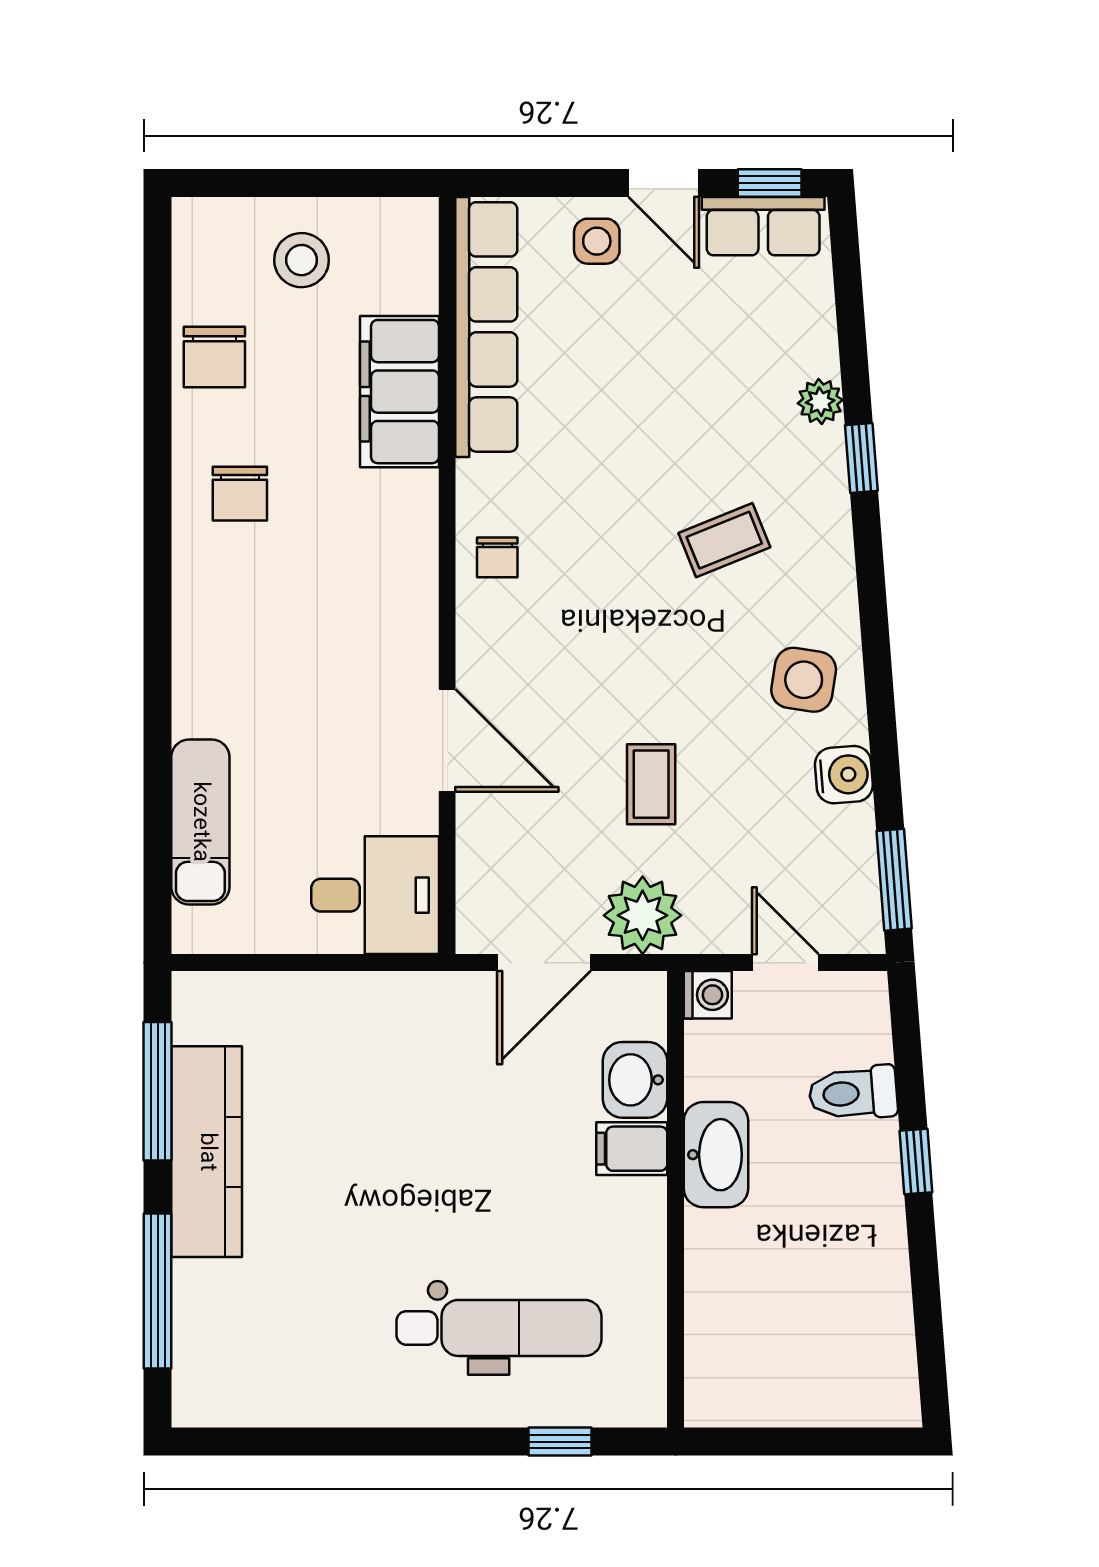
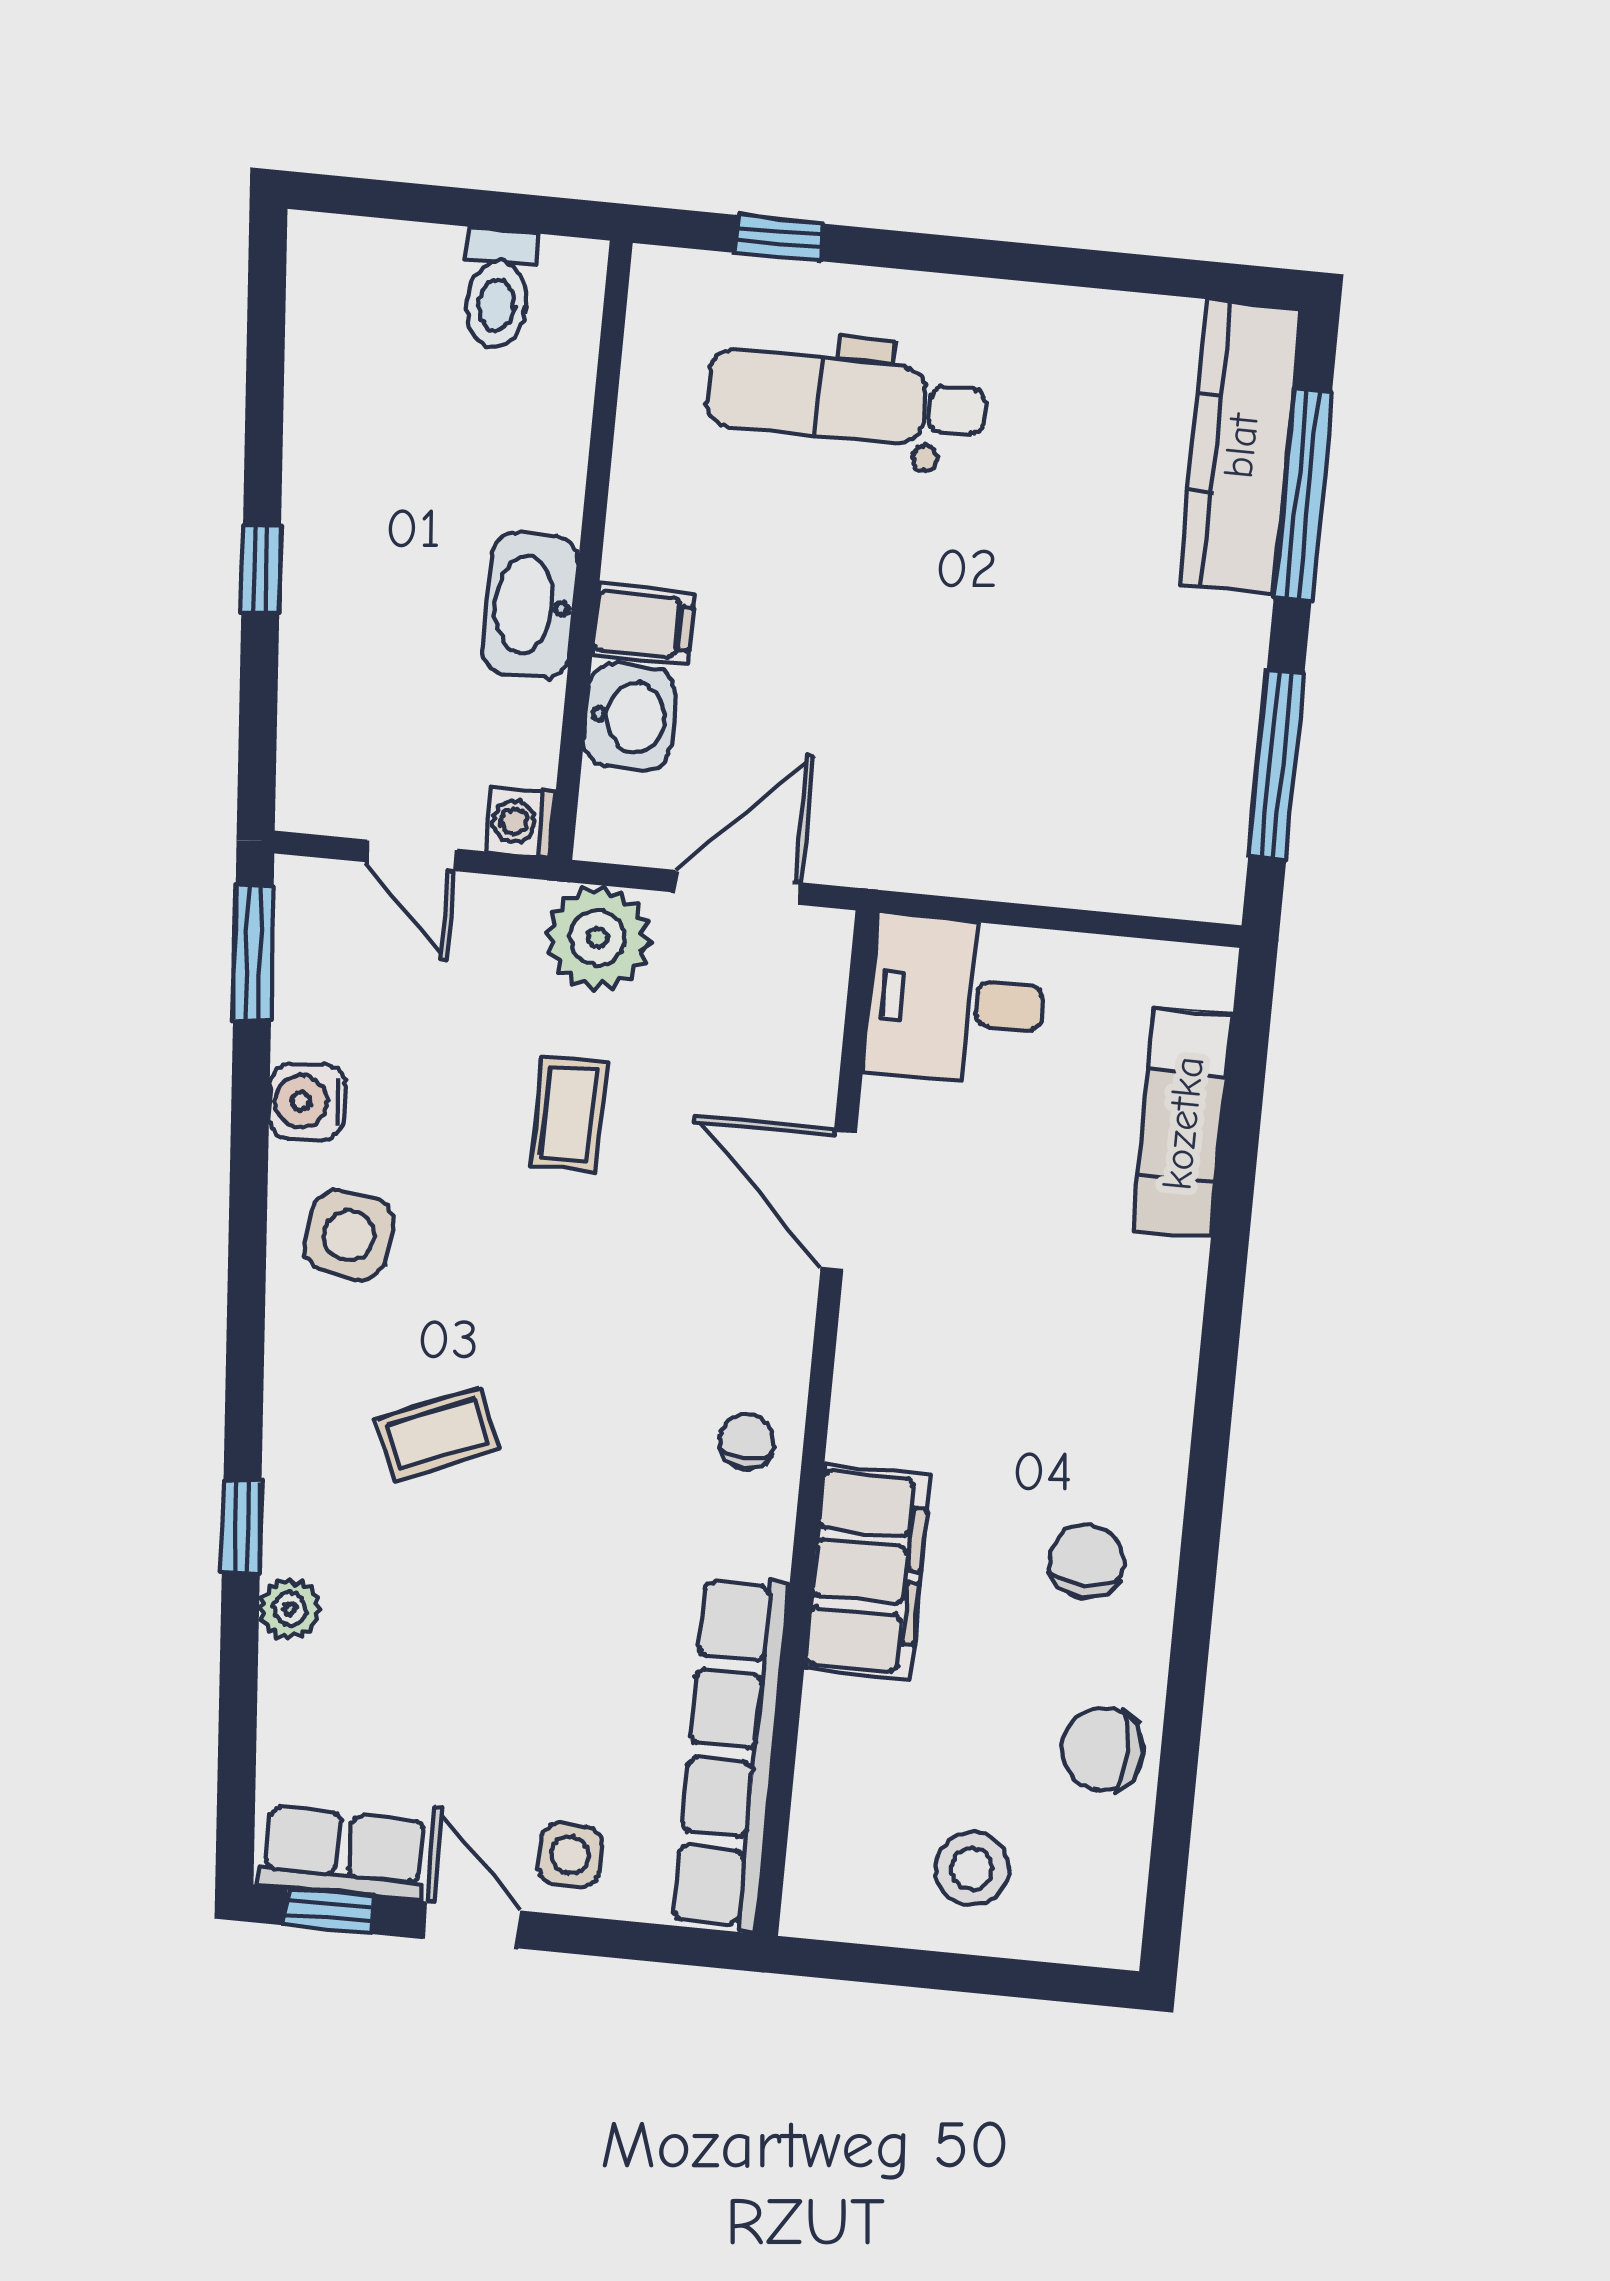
chair: (214, 357) -> (1102, 1749), turned -90
filing cabinet: (399, 392) -> (867, 1572), moved
toilet: (853, 1093) -> (498, 289), moved, turned 94
kitchen counter: (207, 1152) -> (1241, 446), moved

